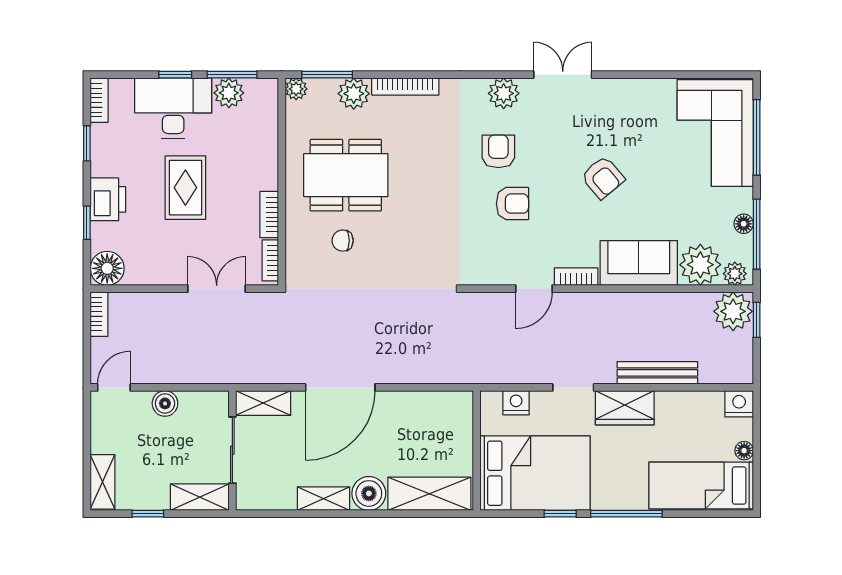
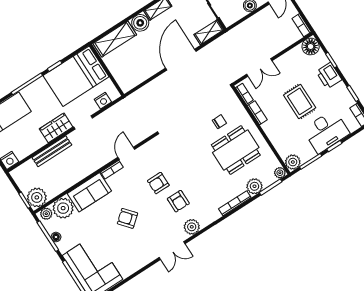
plant: (229, 93) -> (293, 162), moved

